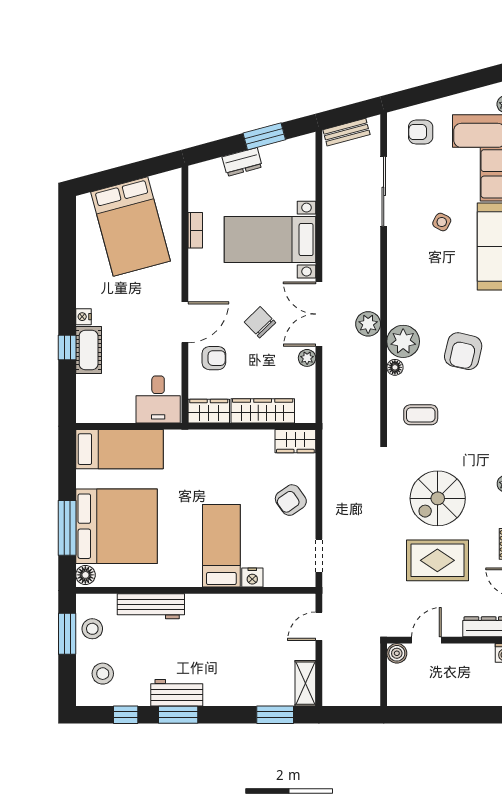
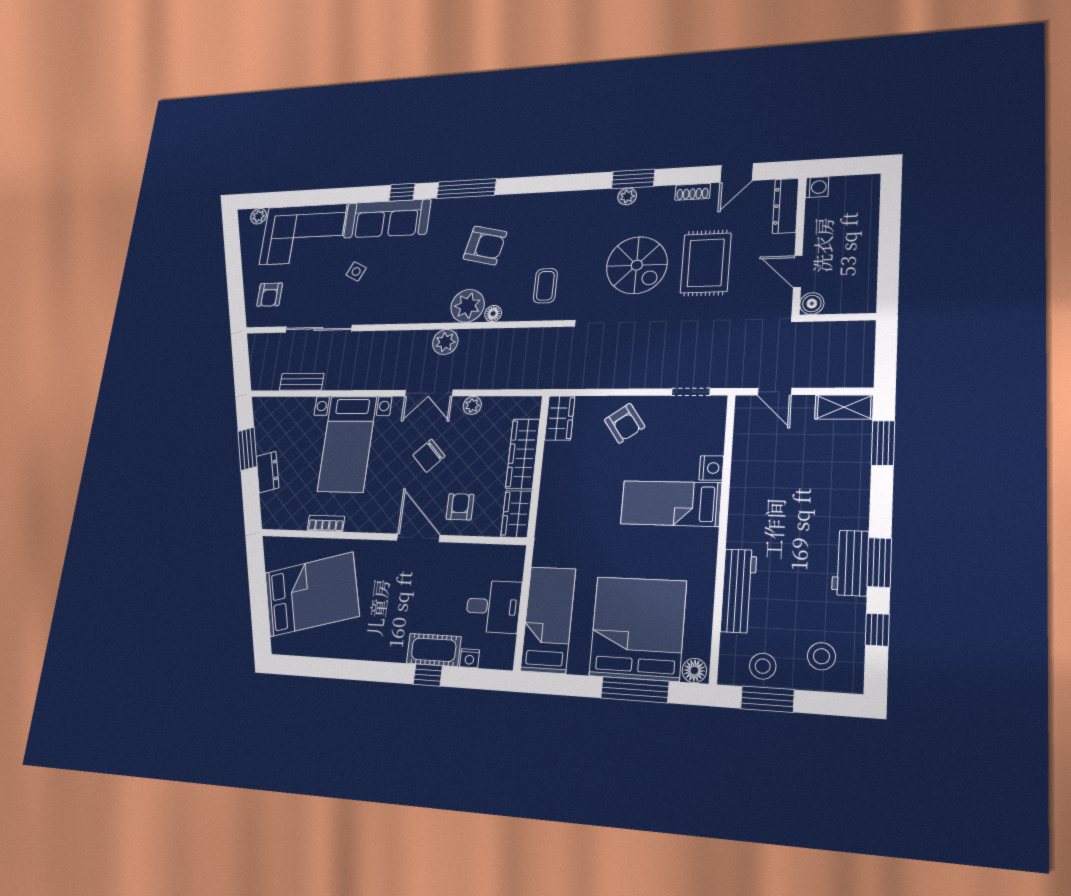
bench: (346, 132) -> (302, 382), moved, turned -75
double door: (319, 314) -> (429, 393), width x0.73
nightstand: (83, 317) -> (470, 658), moved
desk: (158, 399) -> (493, 607), moved

